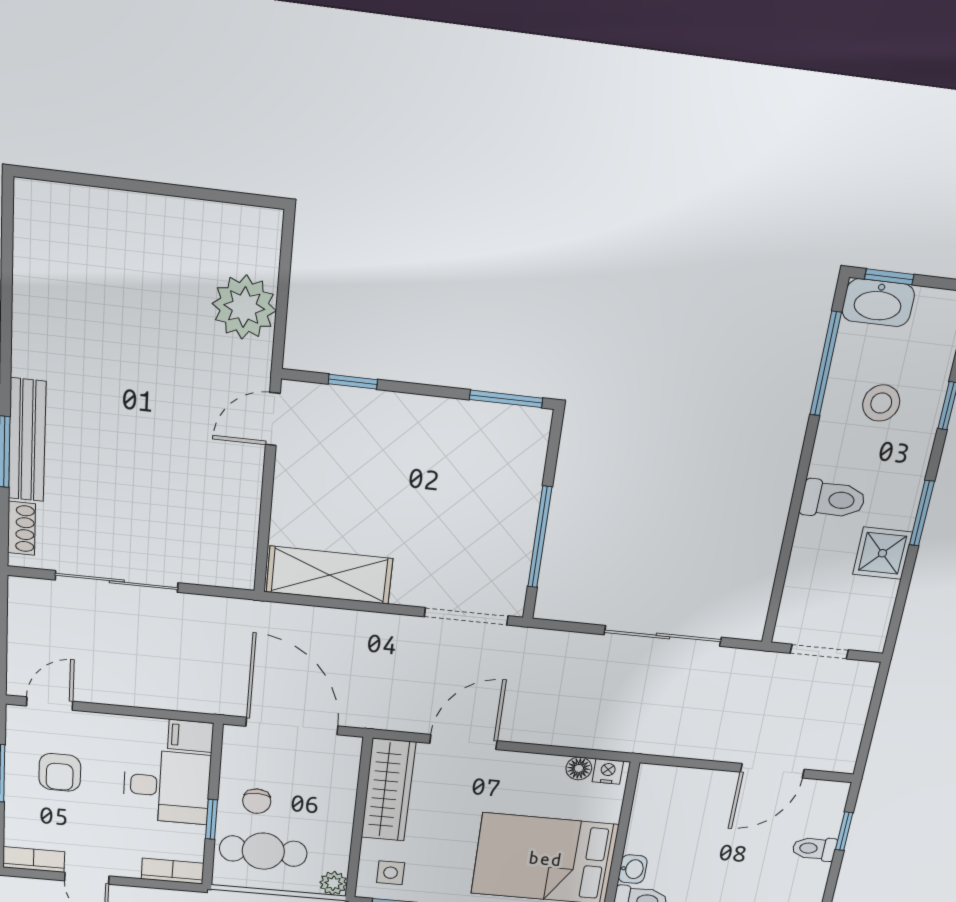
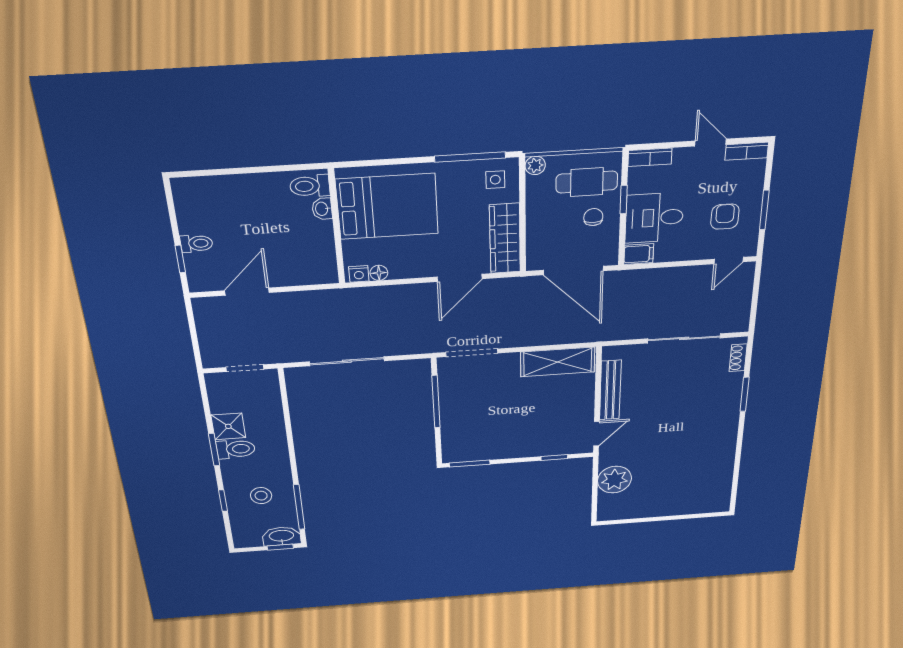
bench: (27, 440) -> (610, 390), moved
toilet: (833, 499) -> (236, 449), moved, turned 180

